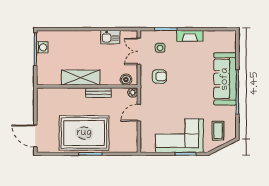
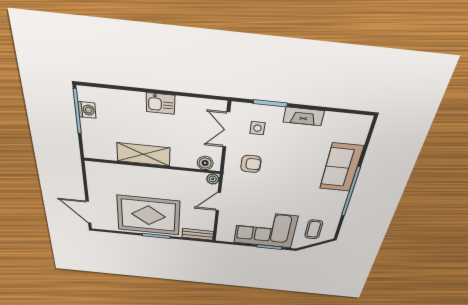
kitchen sink: (110, 37) -> (161, 104), moved
sofa: (225, 79) -> (341, 168), width x0.73
bench: (98, 93) -> (198, 234), moved

